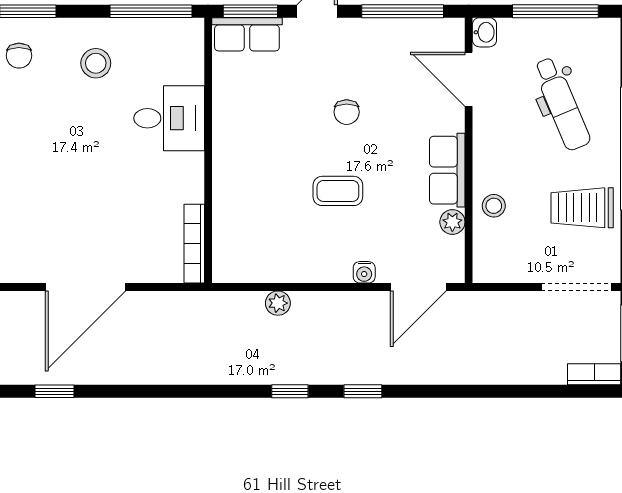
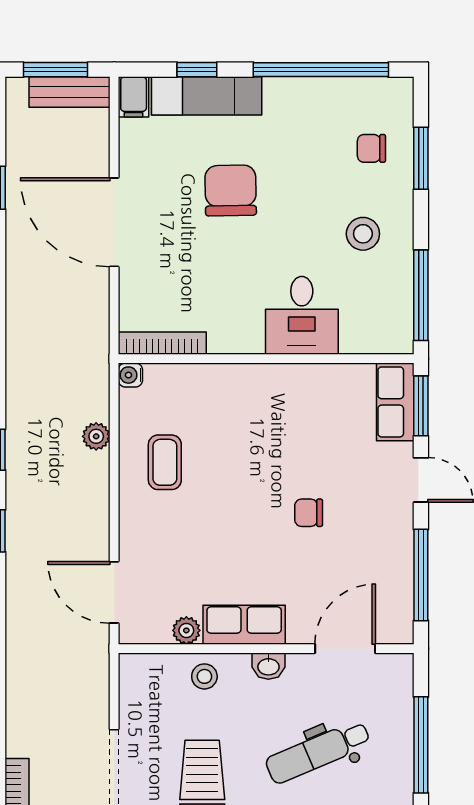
washbasin: (484, 32) -> (268, 666), moved
chair: (57, 182) -> (231, 190), added
coffee table: (338, 191) -> (165, 462), moved
water cooler: (364, 272) -> (130, 375), moved

